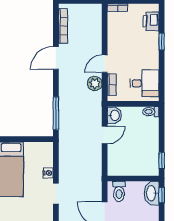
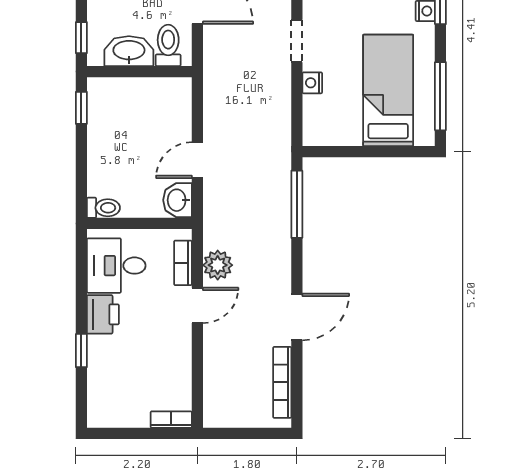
printer: (151, 21) -> (103, 314), moved
washbasin: (152, 193) -> (129, 51), moved, turned -90

